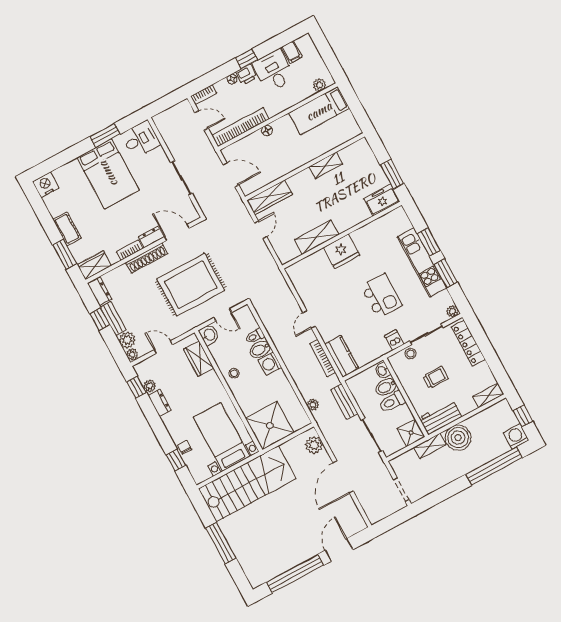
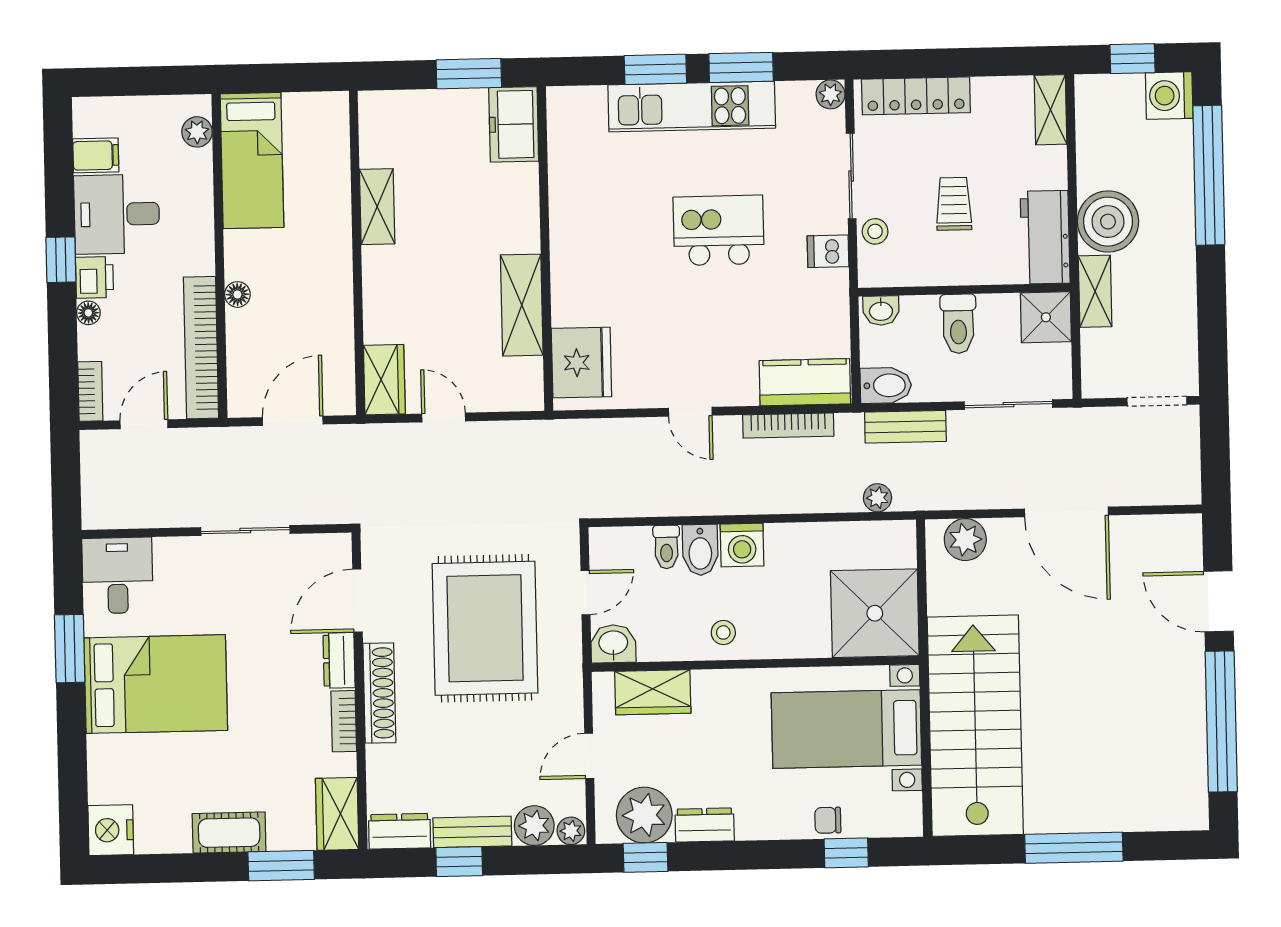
wardrobe: (270, 197) -> (384, 380), width x0.67
fridge: (342, 251) -> (581, 363), moved
plant: (150, 386) -> (644, 815), width x1.87, depth x1.87
bidet: (386, 387) -> (886, 385), moved, turned -90

